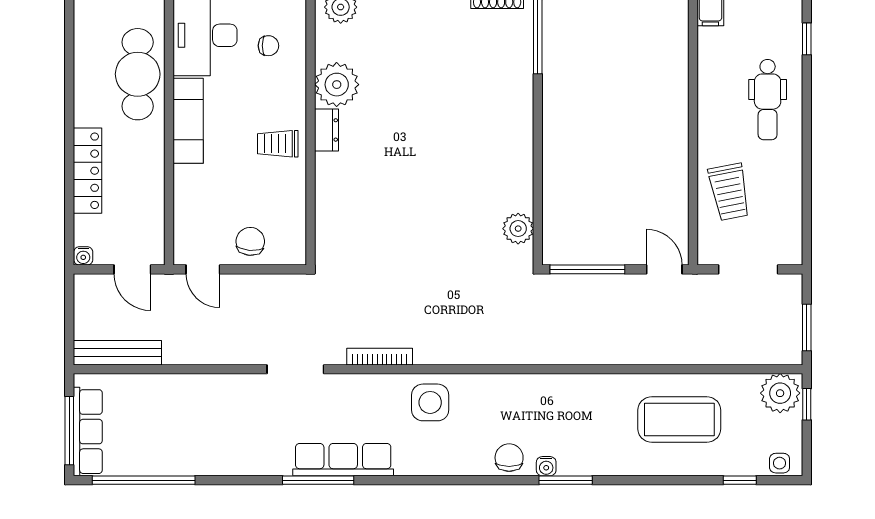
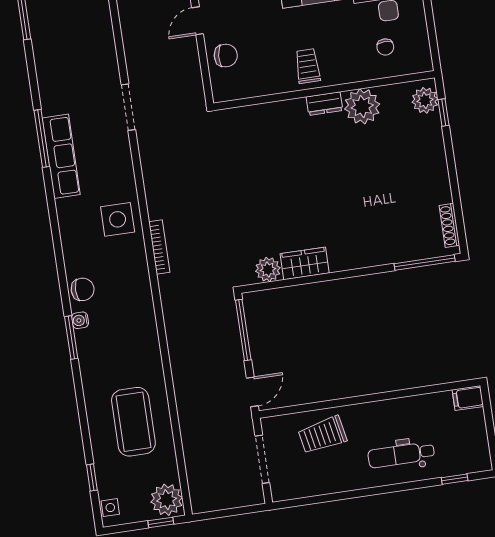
wardrobe: (517, 183) -> (305, 263), added
window: (807, 327) -> (223, 513), removed
bookcase: (380, 357) -> (159, 247), moved

